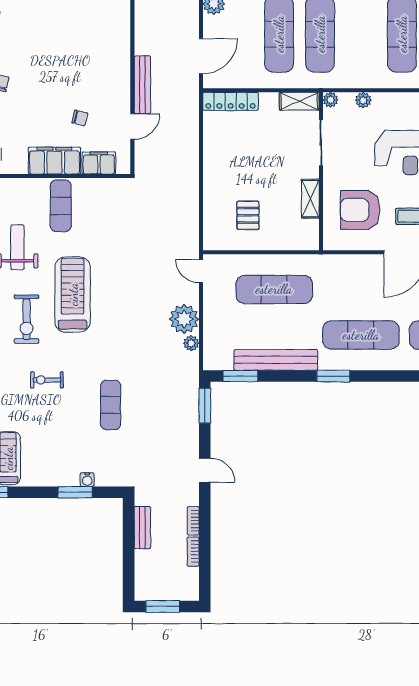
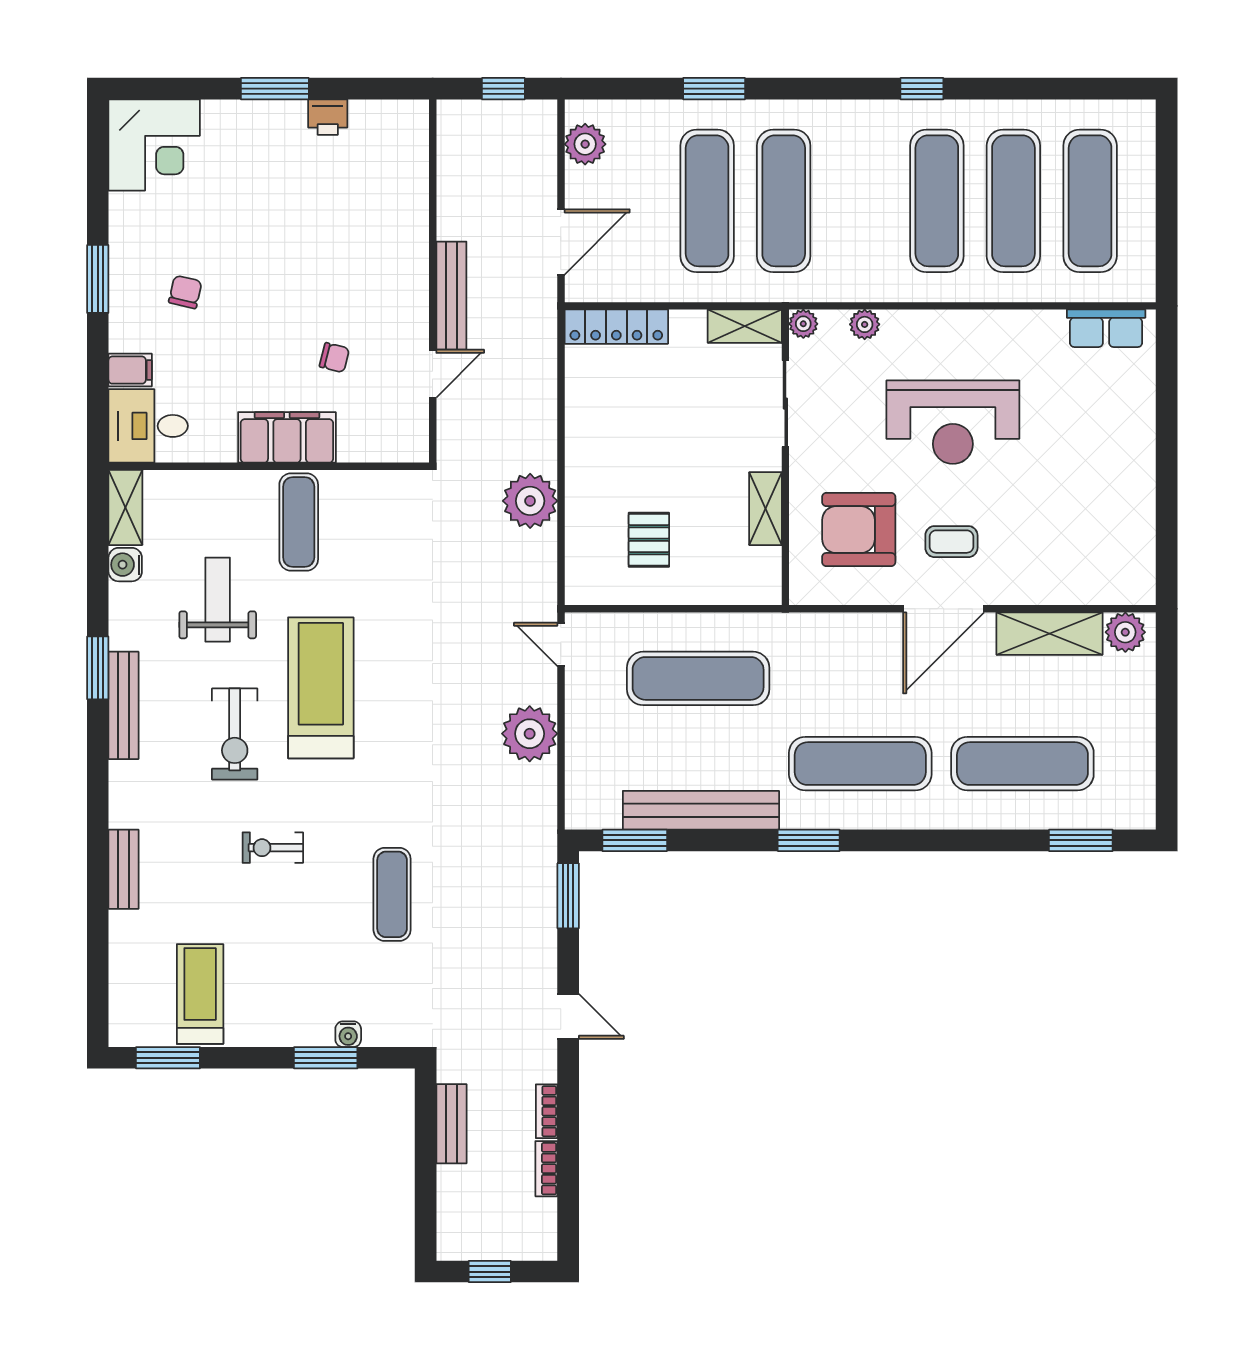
filing cabinet: (99, 163) -> (370, 442), removed
plant: (191, 343) -> (530, 501), moved, width x1.88, depth x1.88
window: (163, 607) -> (490, 1272), width x0.67

